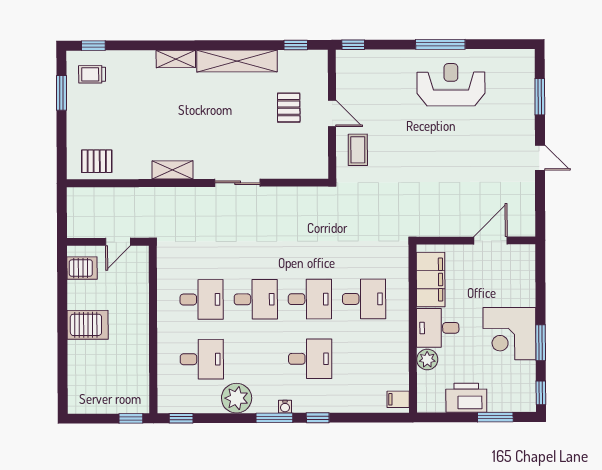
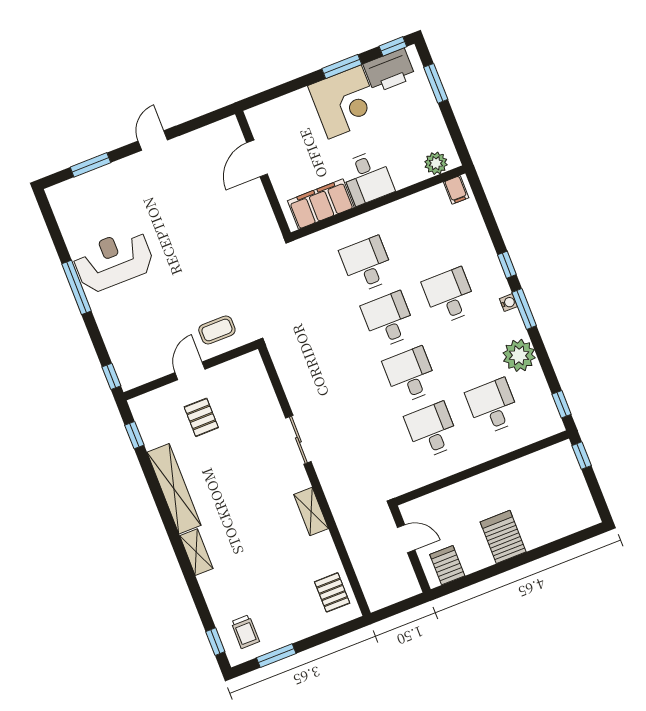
reception desk: (451, 85) -> (113, 261), turned 90
pallet: (289, 108) -> (201, 417), turned 90
door: (490, 240) -> (257, 158), hinge flipped
plant: (427, 359) -> (436, 163), moved
printer: (466, 398) -> (389, 71), moved, turned -90

